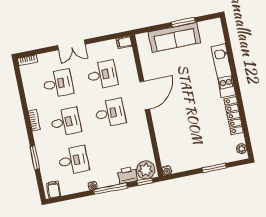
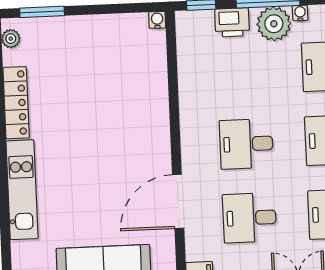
door: (145, 95) -> (178, 201), moved
window: (214, 168) -> (42, 12), moved
plant: (146, 170) -> (274, 24), moved

